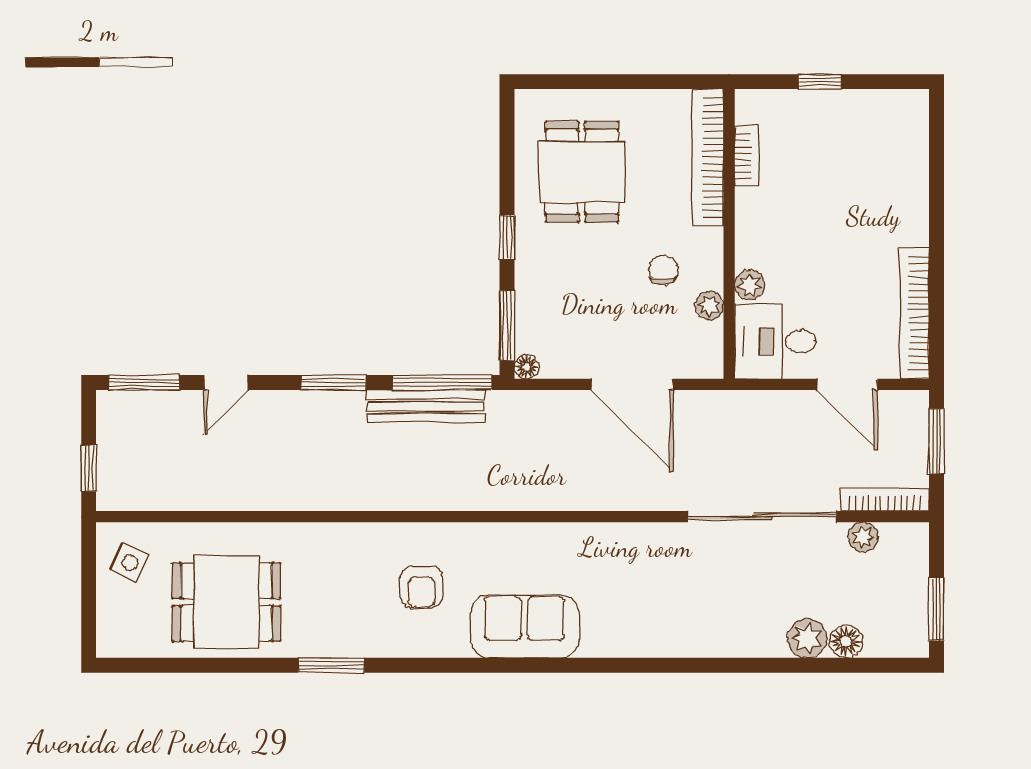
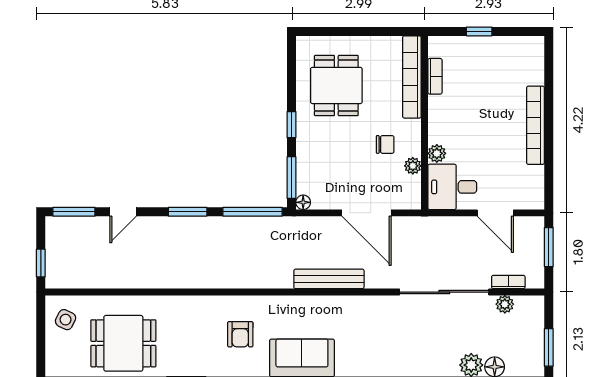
chair: (663, 270) -> (385, 144), turned 90
bookcase: (914, 314) -> (535, 125), moved
bench: (426, 406) -> (329, 279), moved
bookcase: (885, 500) -> (508, 282), width x0.64

